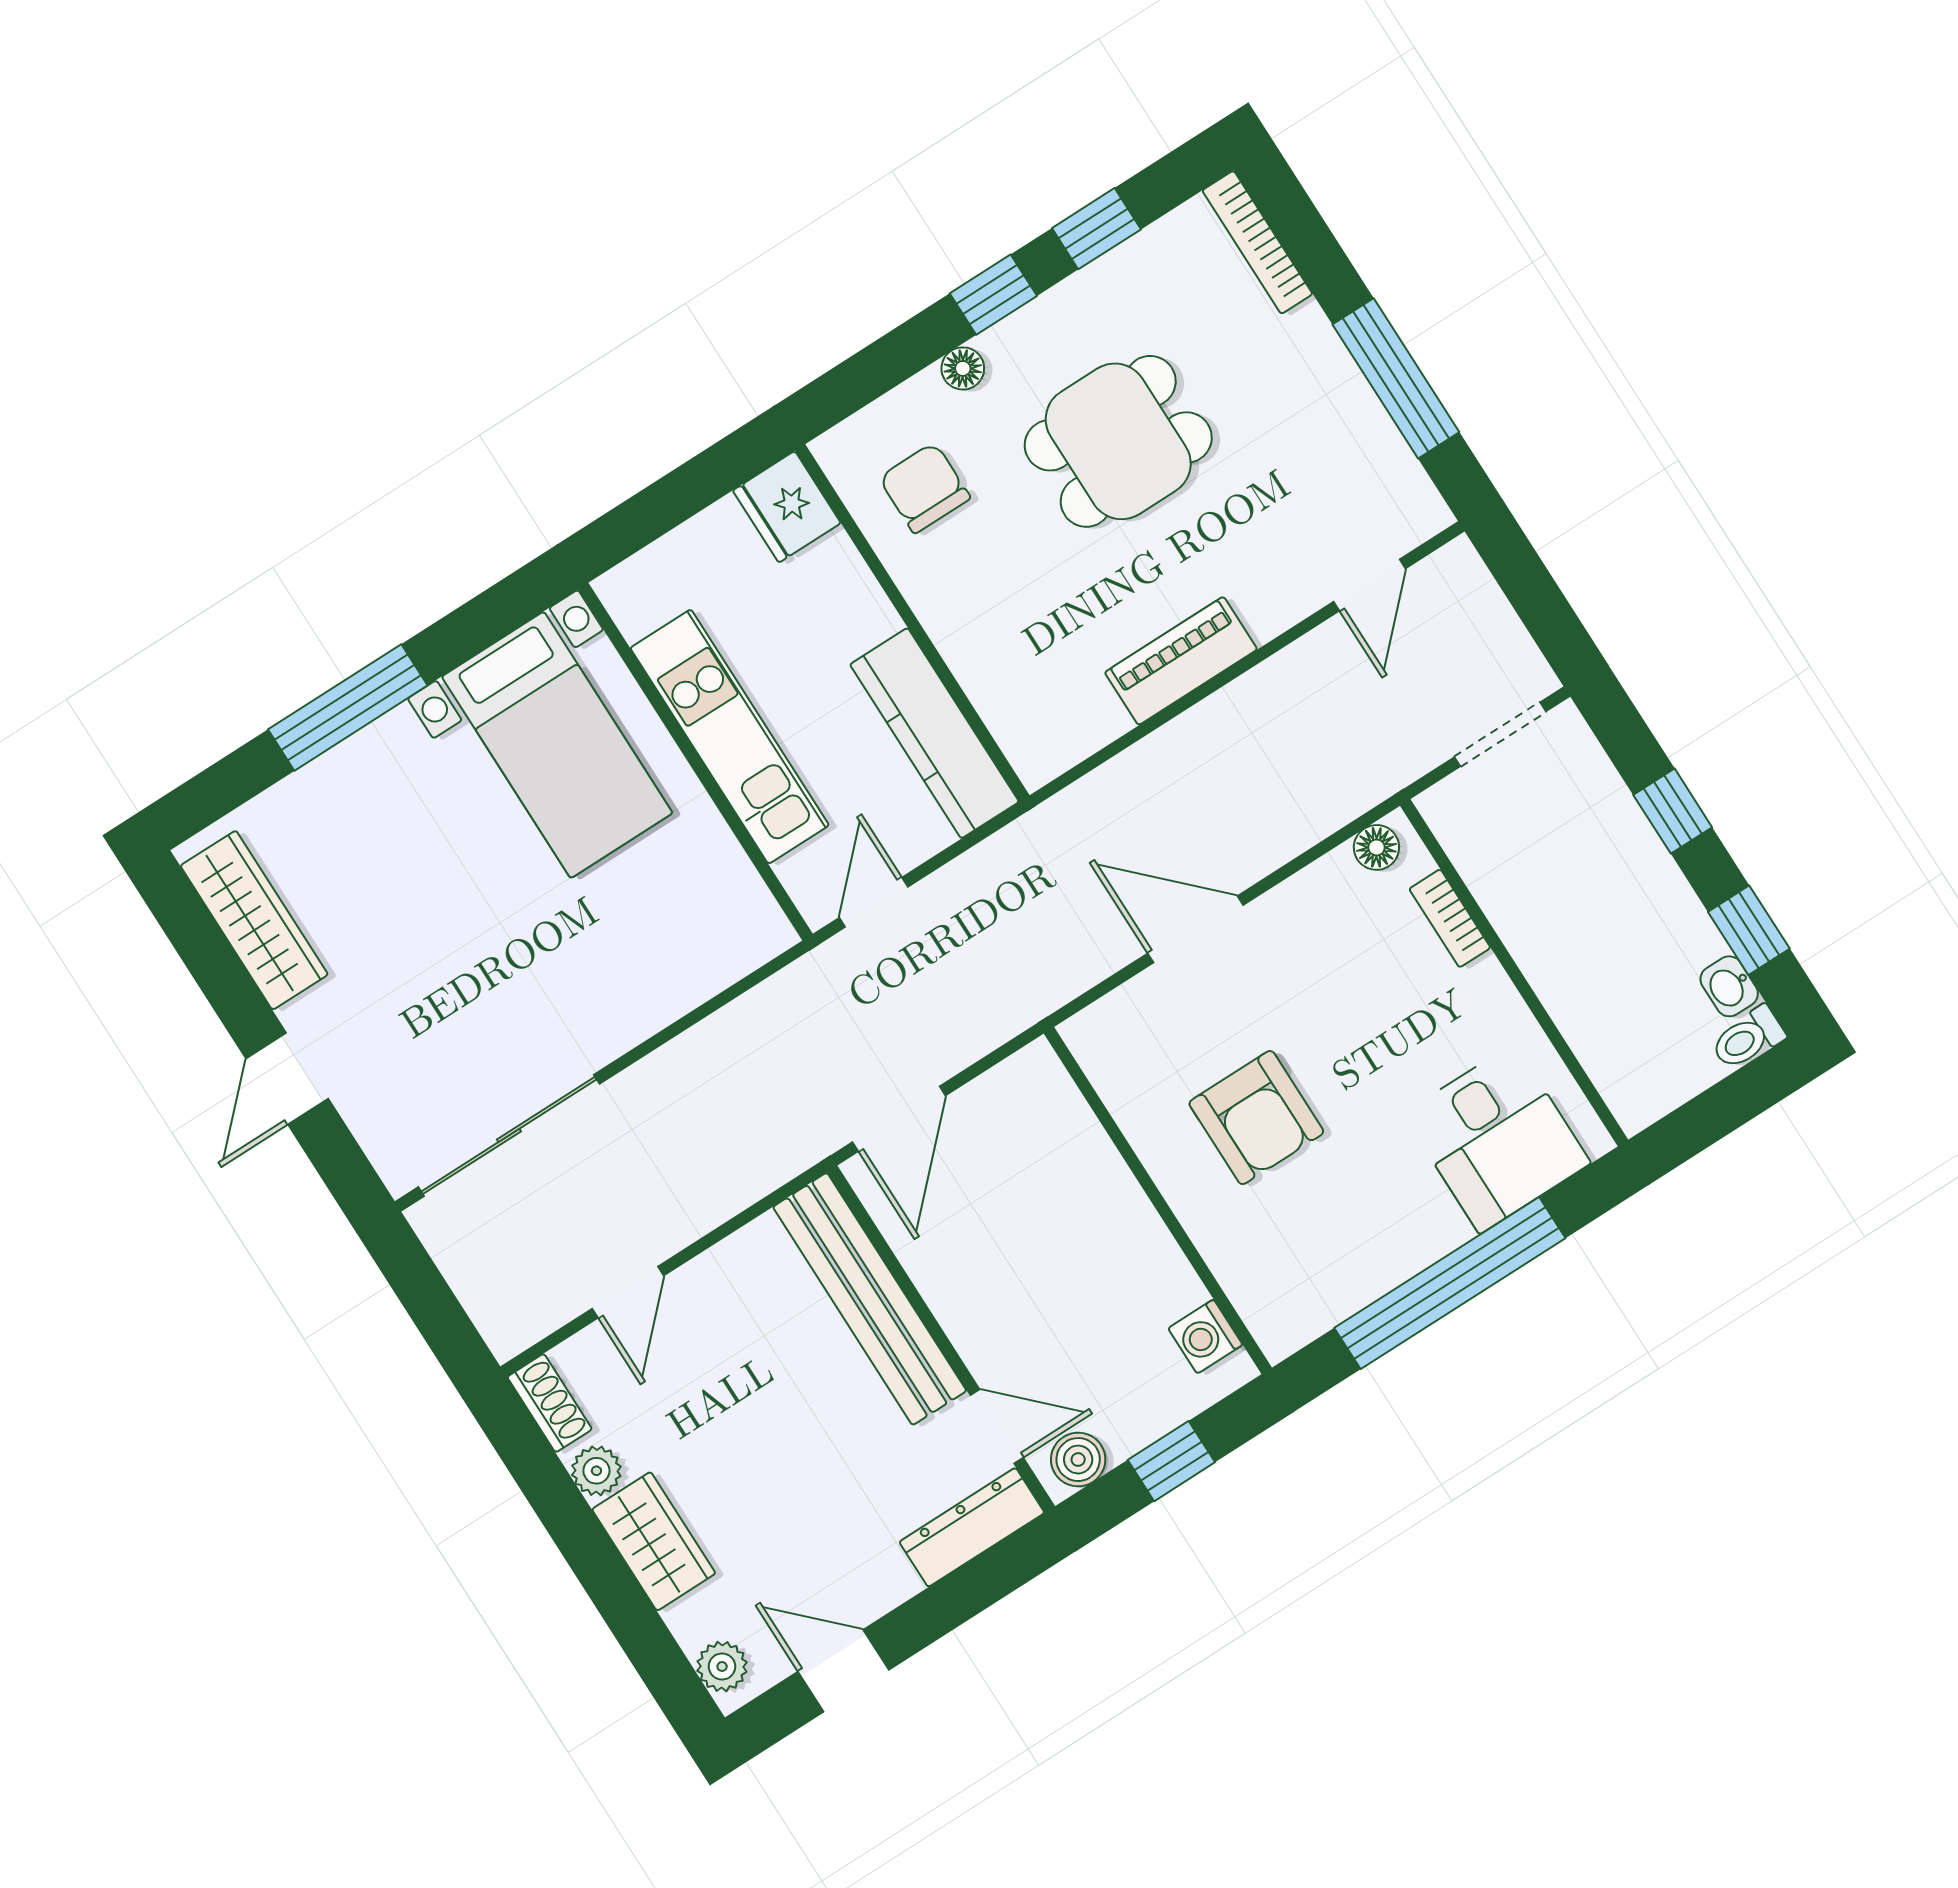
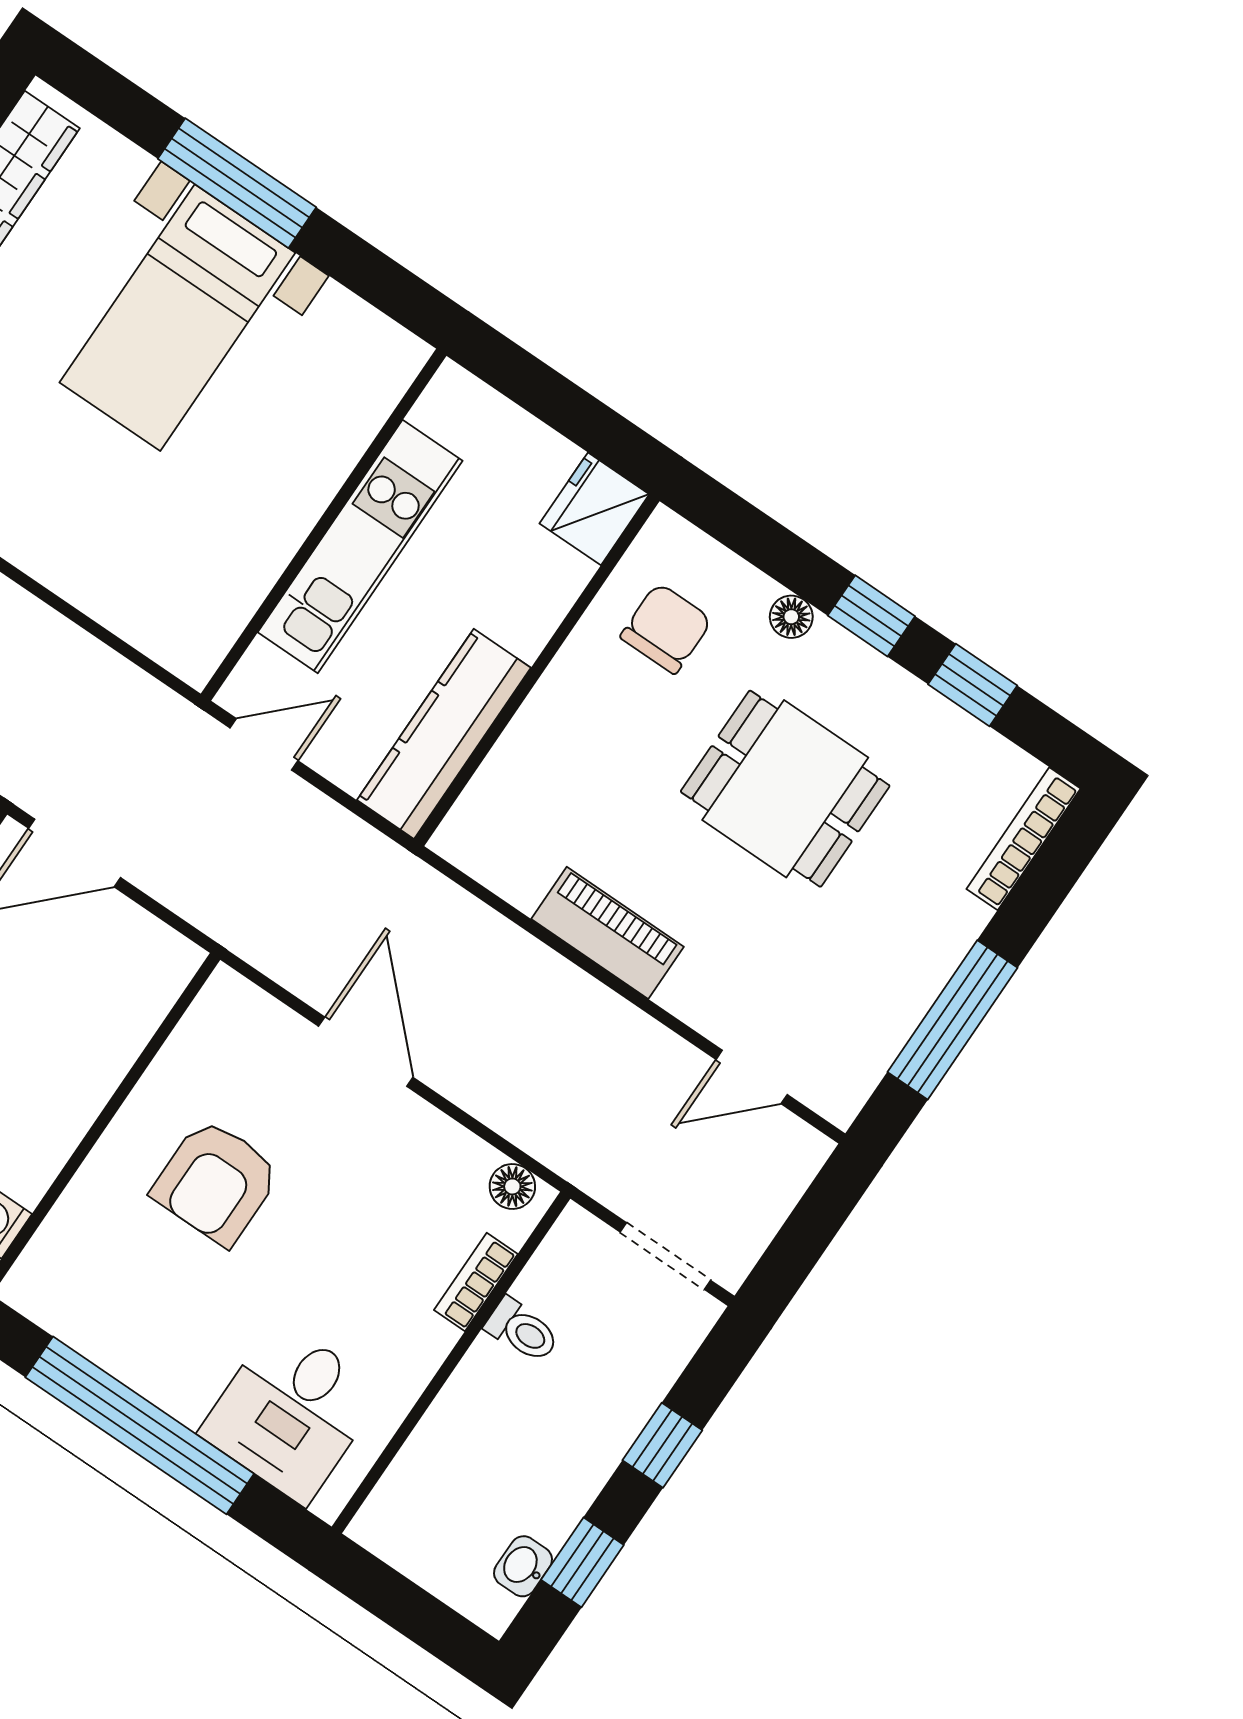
bed with nightstands: (557, 745) -> (177, 318), moved
toilet: (1748, 1038) -> (522, 1330), moved, turned 180

